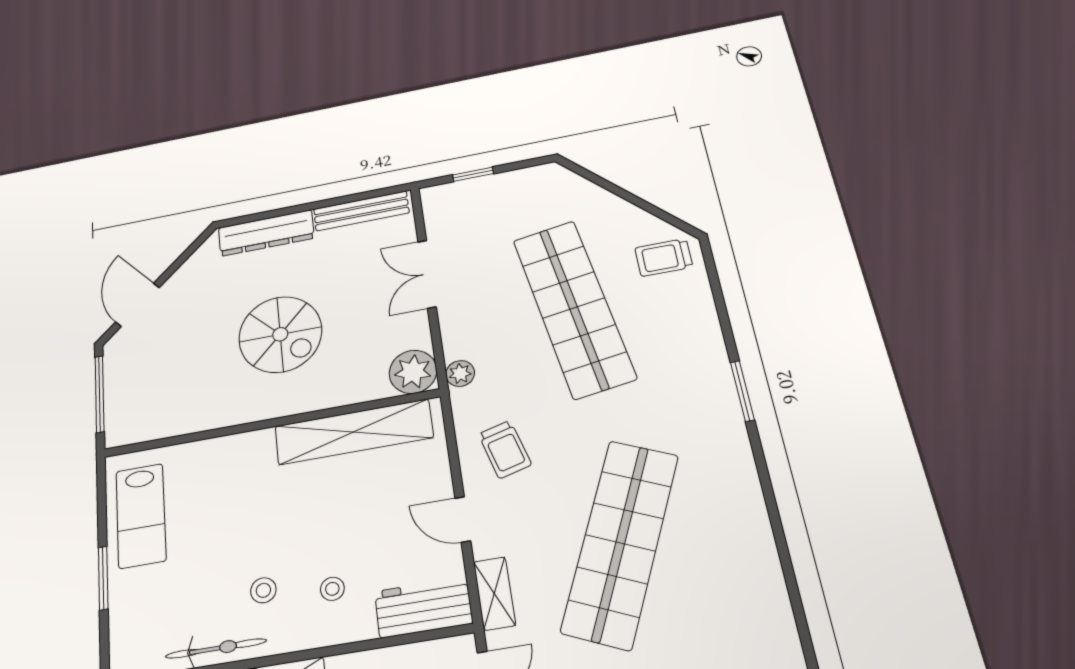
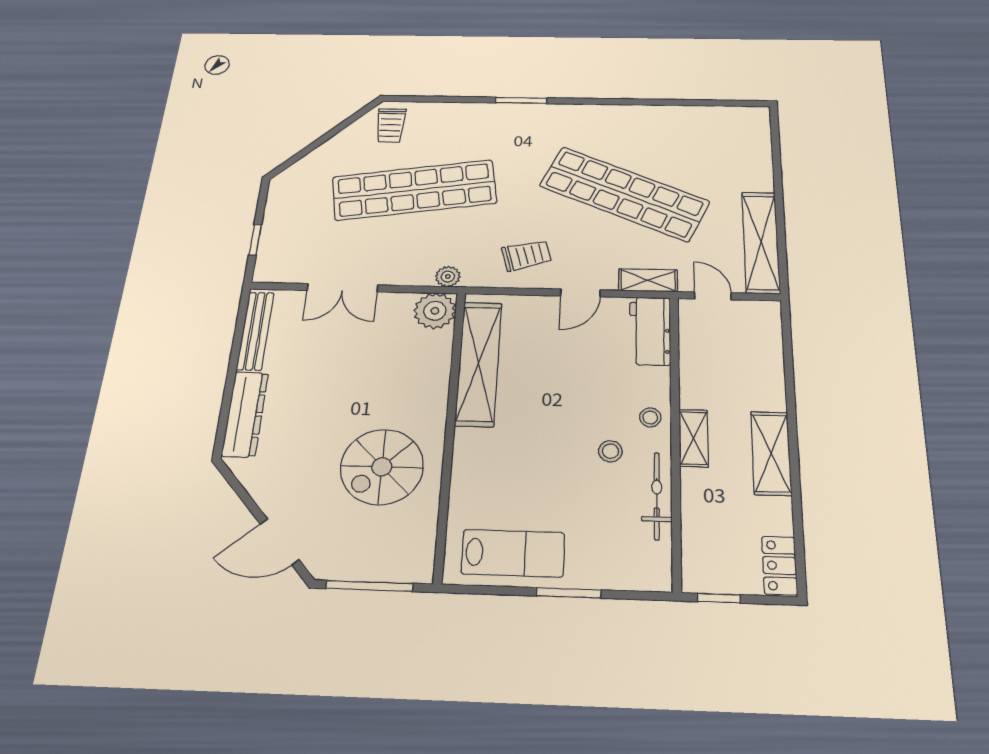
spiral stairs: (280, 334) -> (382, 467), moved, turned 180
stool: (332, 589) -> (650, 417), moved

